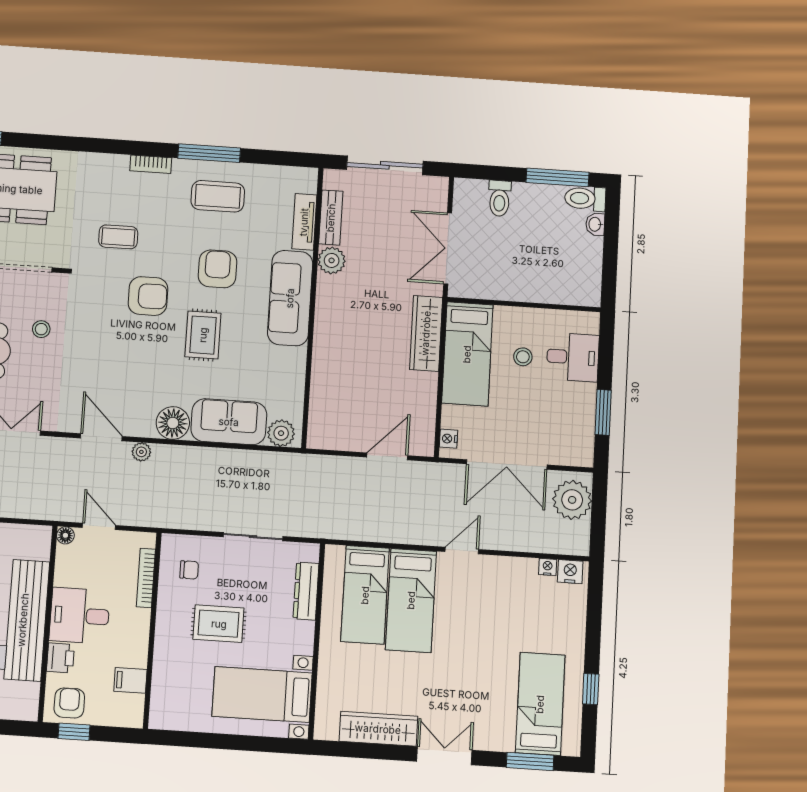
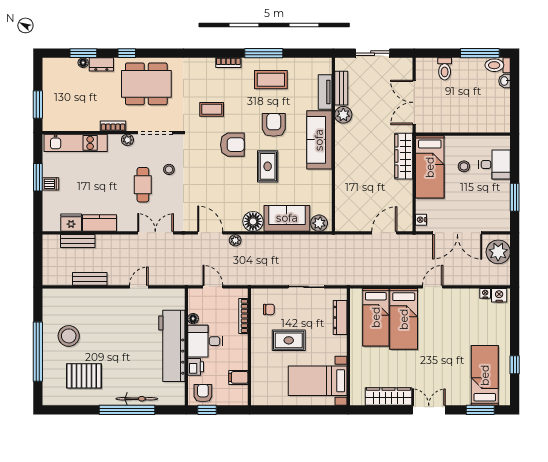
sliding door: (385, 165) -> (373, 53), width x0.73
floor lamp: (65, 535) -> (193, 319), moved

